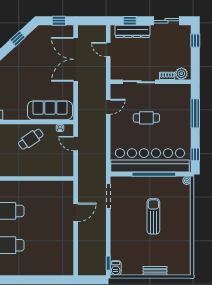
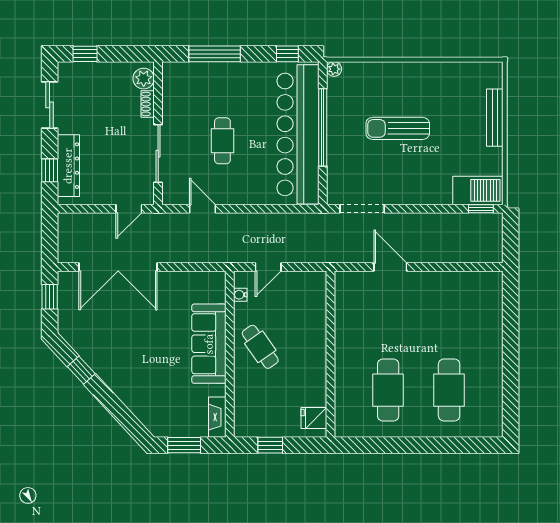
door: (108, 50) -> (129, 209), moved
sofa: (50, 110) -> (209, 344), moved
barbecue: (116, 268) -> (478, 190), width x1.88, depth x1.53
bench: (155, 271) -> (495, 118), width x1.36

